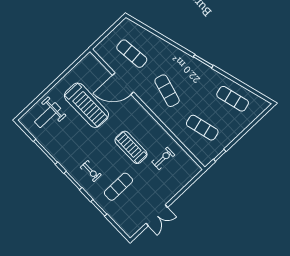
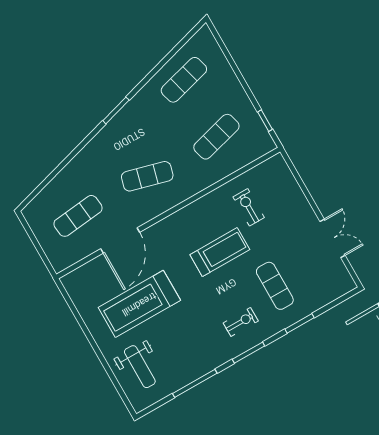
treadmill: (86, 105) -> (139, 304), turned 180
treadmill: (131, 147) -> (220, 252), turned 180

